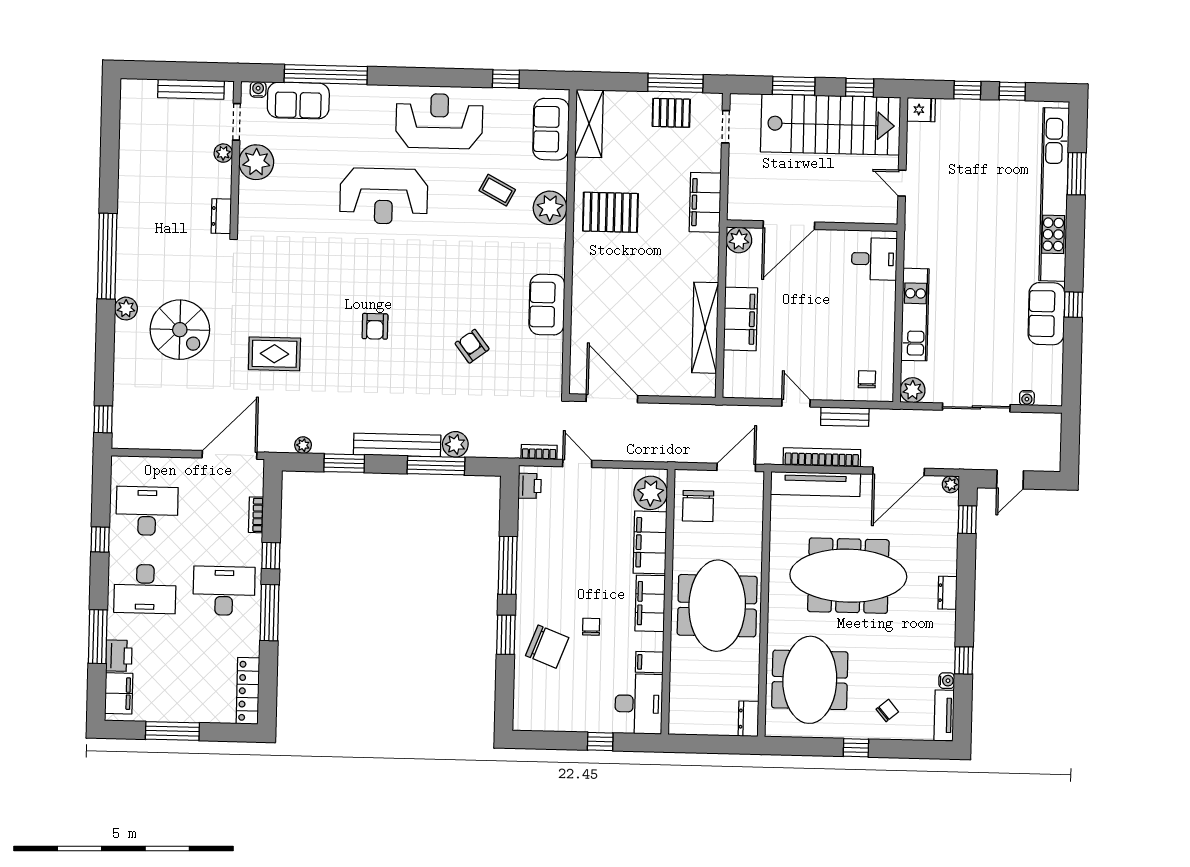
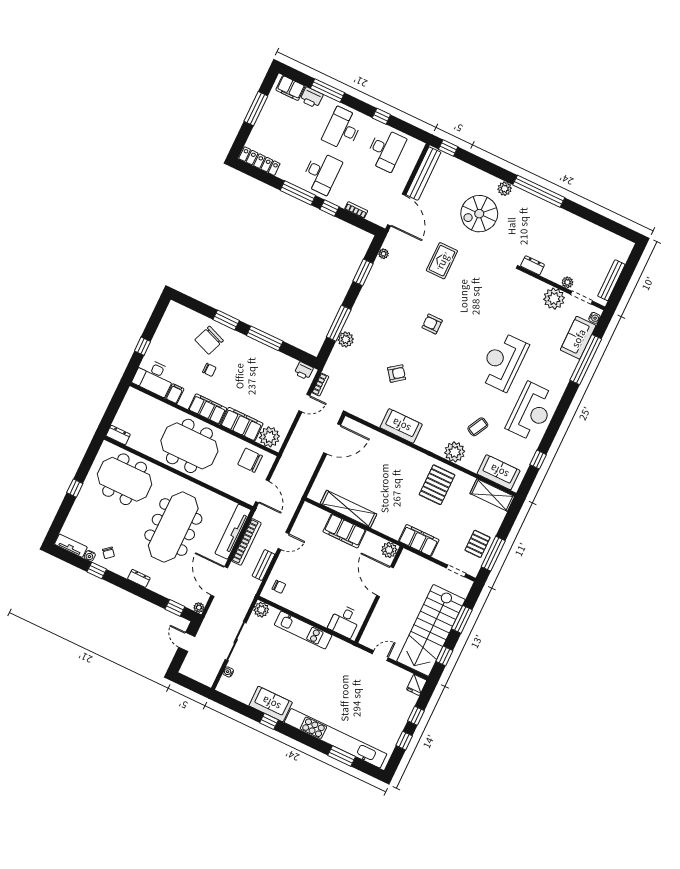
bench: (397, 445) -> (423, 174), moved
chair: (887, 710) -> (108, 553), moved

